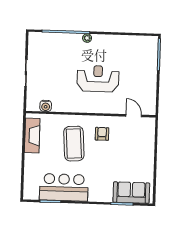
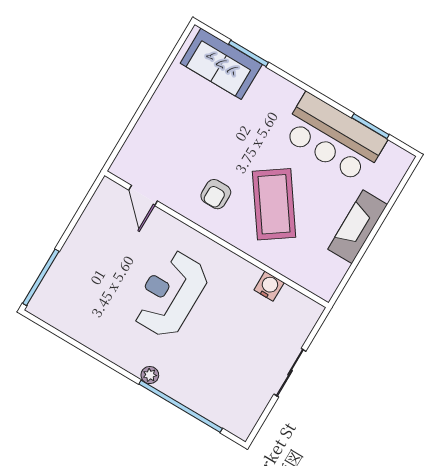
reception desk: (98, 79) -> (170, 294), turned 90
water cooler: (46, 106) -> (269, 286), moved
fireplace: (32, 136) -> (358, 227), moved
coffee table: (74, 144) -> (274, 204), turned -31

